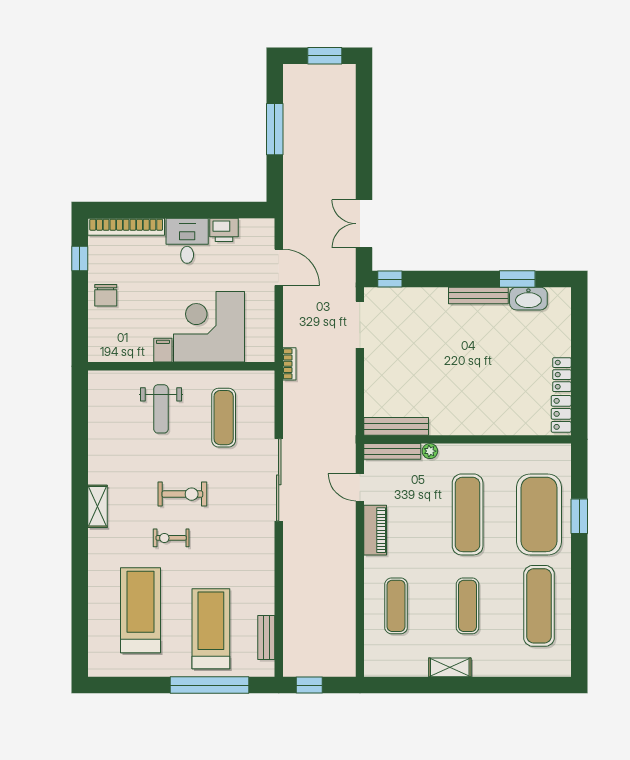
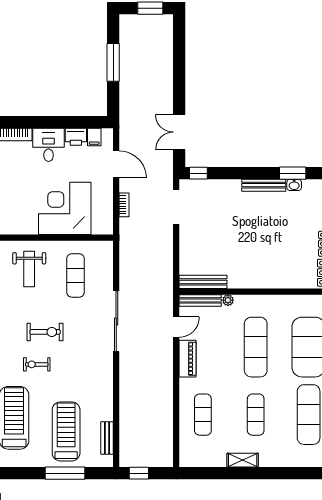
washbasin: (528, 299) -> (294, 185), width x0.52, depth x0.69
filing cabinet: (163, 350) -> (94, 137), moved, turned 180
bookcase: (289, 364) -> (124, 205), moved
door: (360, 487) -> (176, 327), swing flipped
window: (209, 685) -> (65, 473), width x0.68

